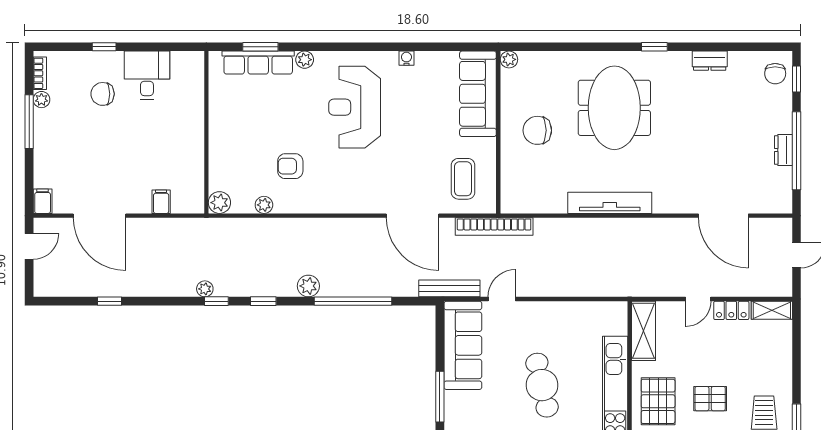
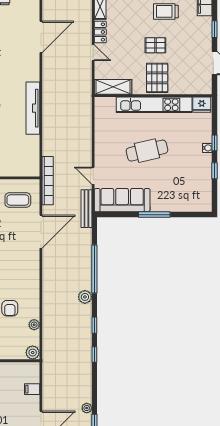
plant: (205, 289) -> (87, 408), moved
pallet: (710, 399) -> (155, 45), turned 90
pallet: (658, 401) -> (157, 78), turned 90

